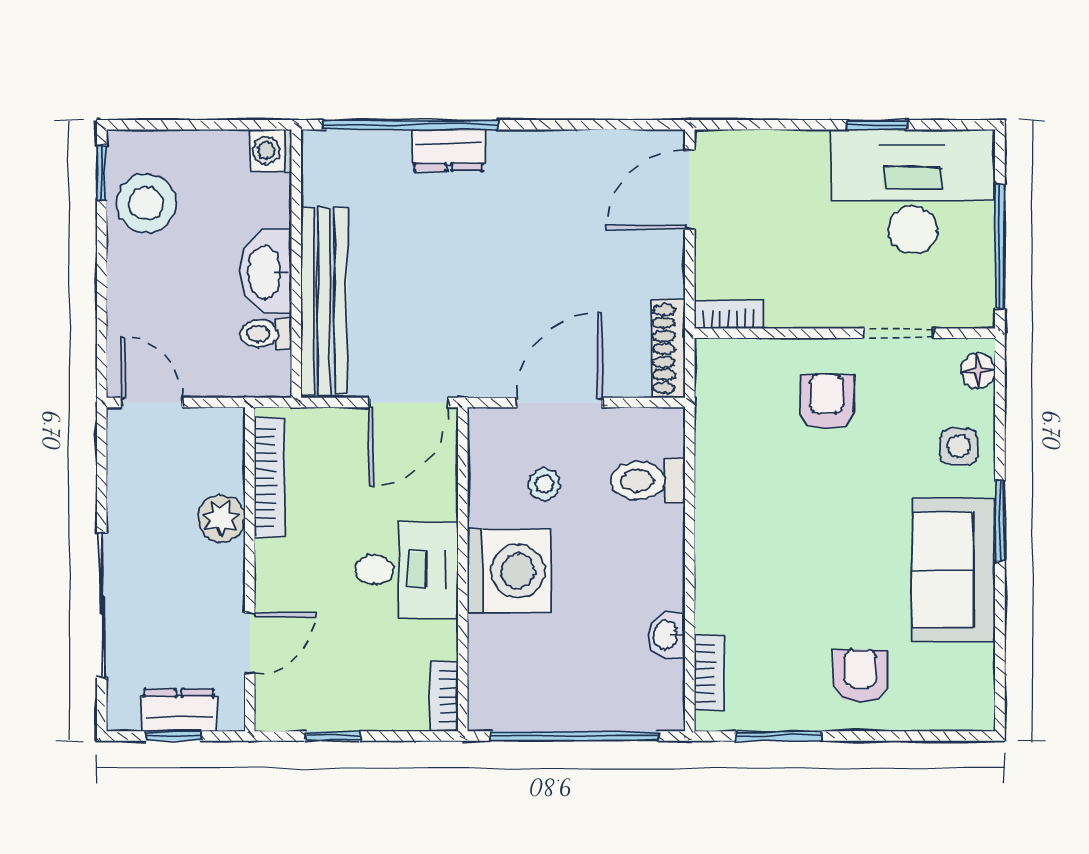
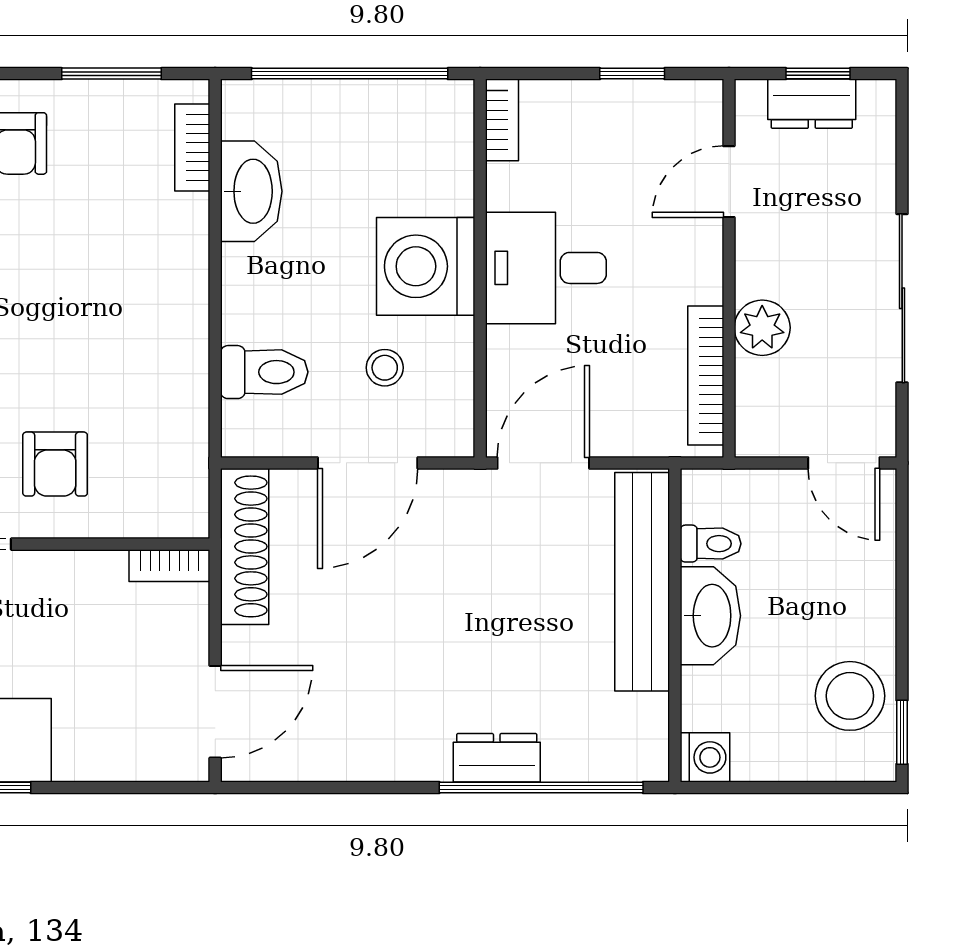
shoe rack: (668, 349) -> (245, 546), width x1.36, depth x1.24
sliding door: (102, 605) -> (902, 298), moved
washbasin: (667, 635) -> (251, 191), width x1.91, depth x1.45

